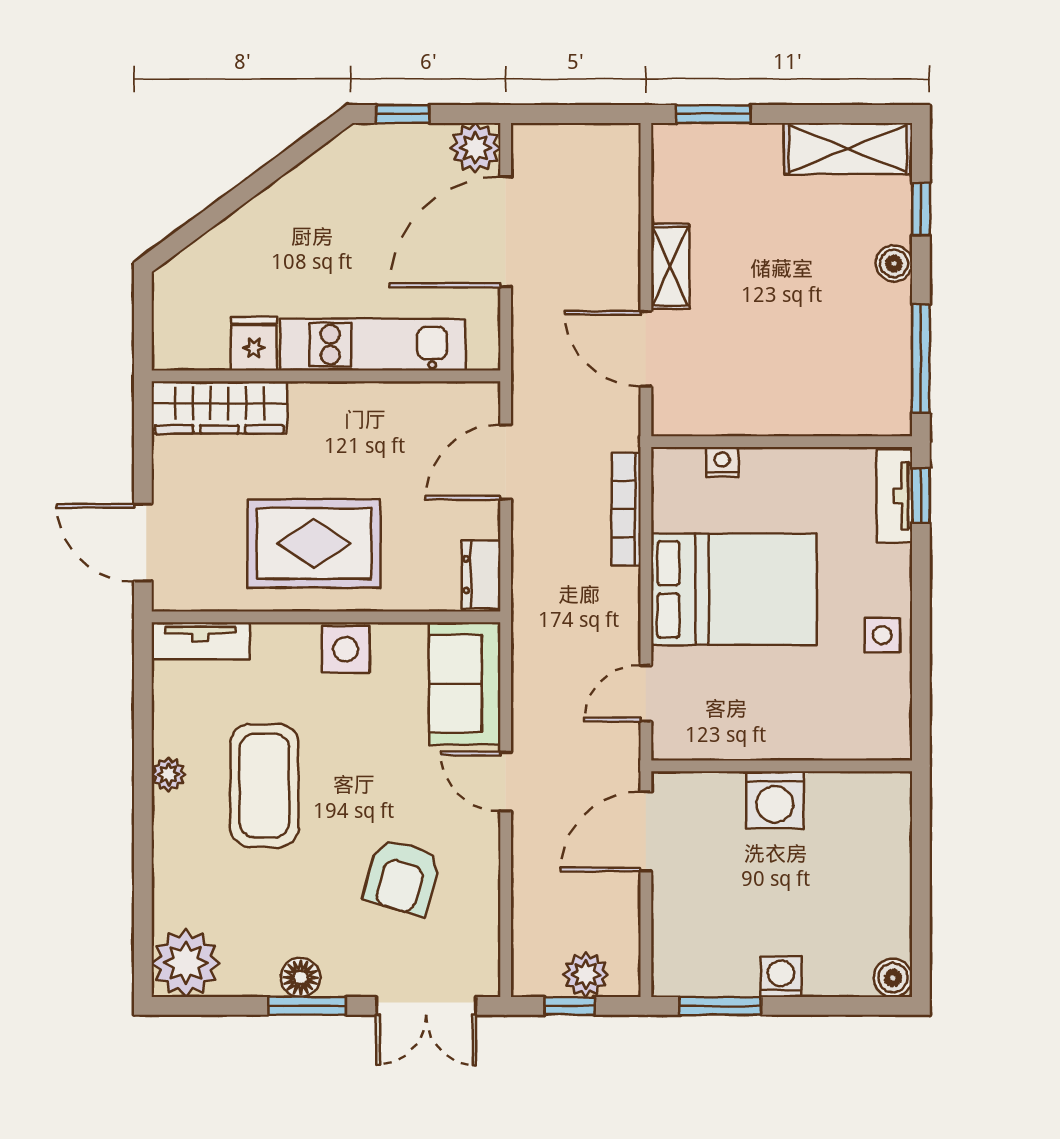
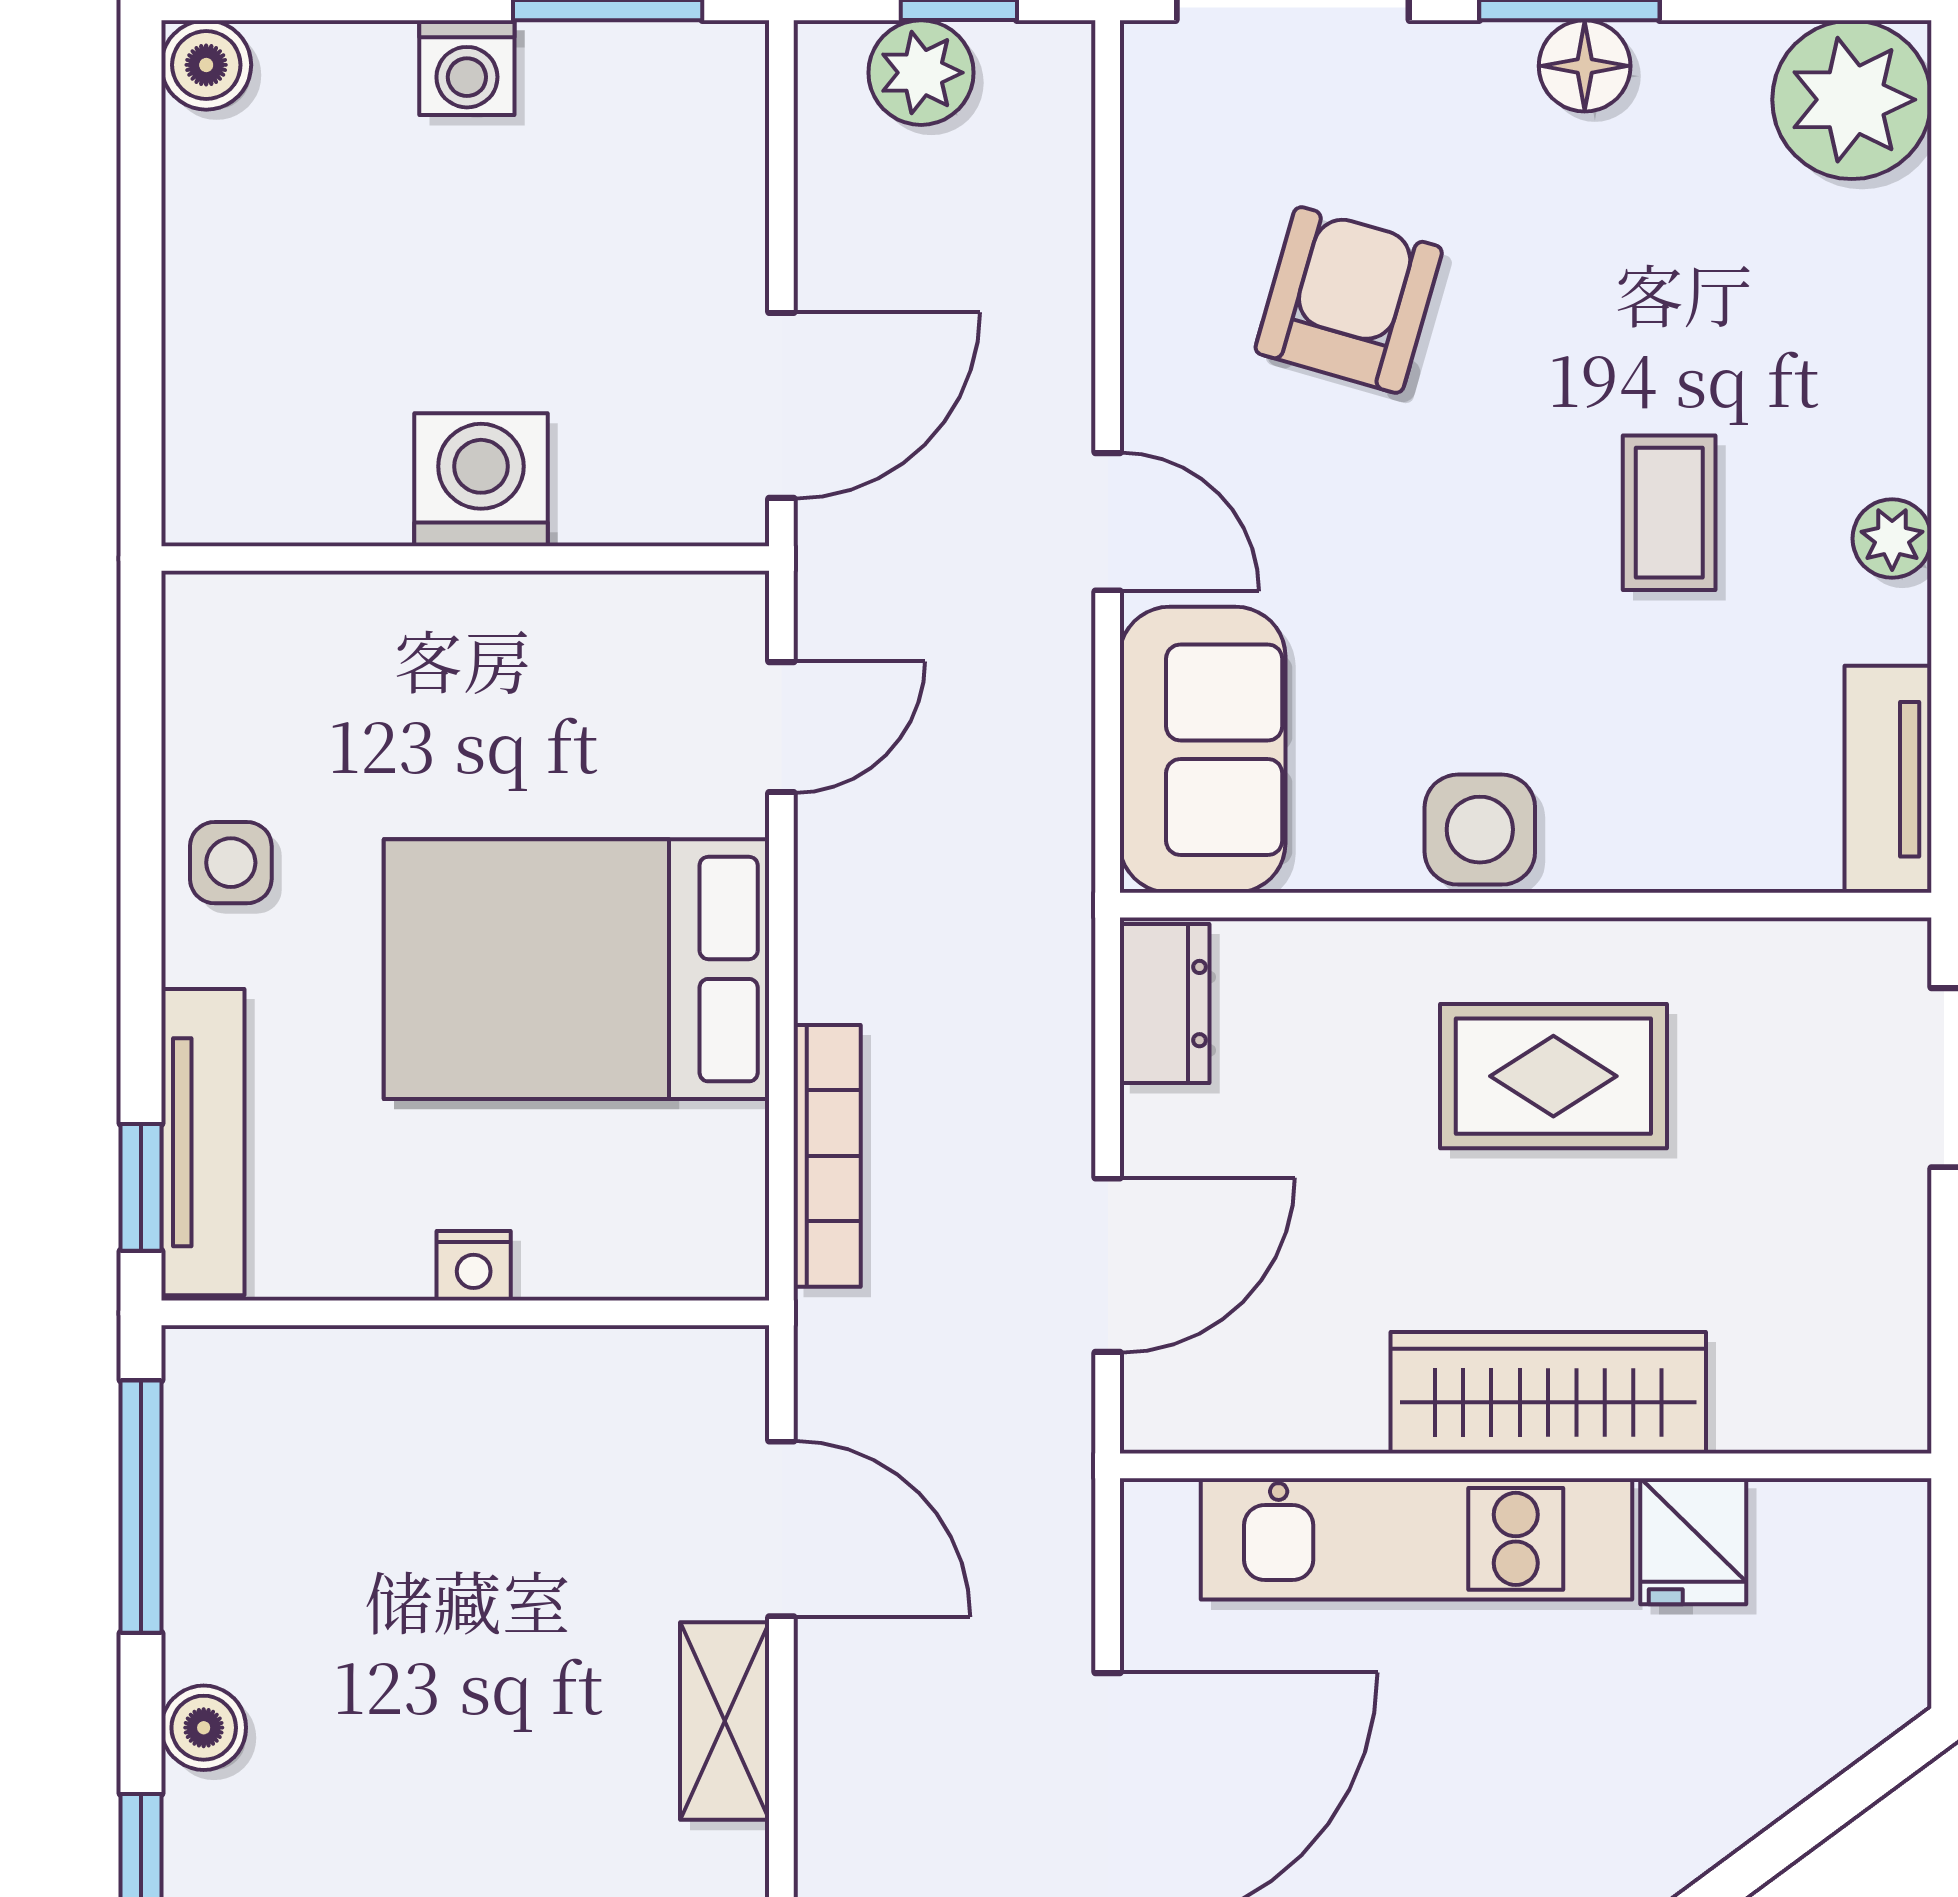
wardrobe: (219, 407) -> (1548, 1393), moved
nightstand: (722, 462) -> (474, 1266), moved
tv unit: (894, 496) -> (203, 1142), width x1.41
rug: (314, 543) -> (1553, 1076), width x0.73, depth x0.70
tv unit: (201, 641) -> (1888, 779), moved, turned -90
coffee table: (264, 785) -> (1669, 513), width x0.54, depth x0.58

